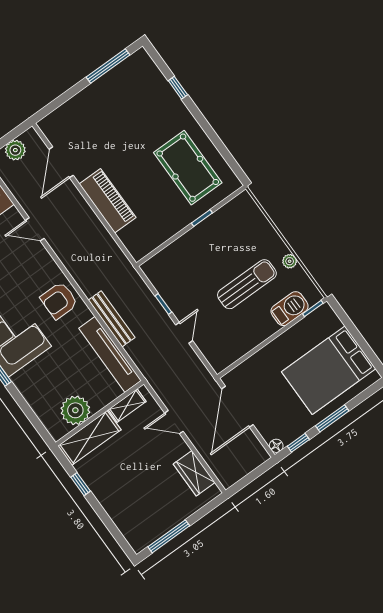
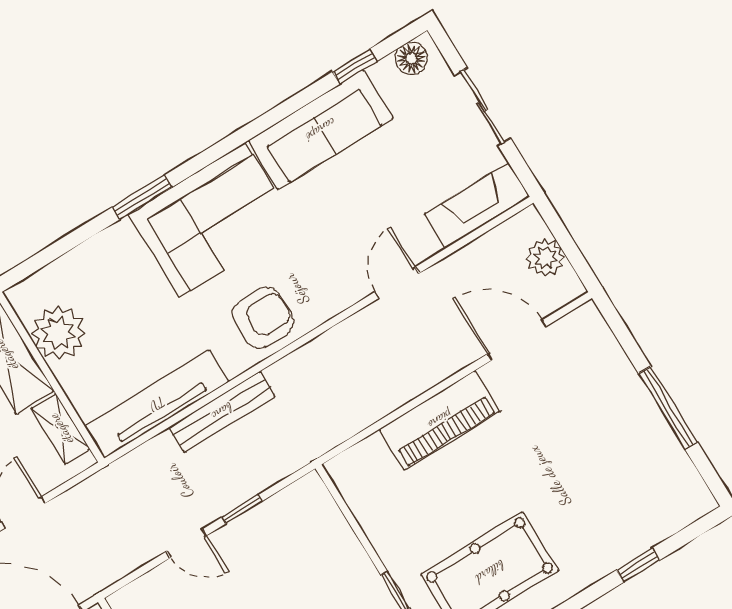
window: (108, 66) -> (668, 408), moved
armchair: (59, 300) -> (263, 318), turned 90

